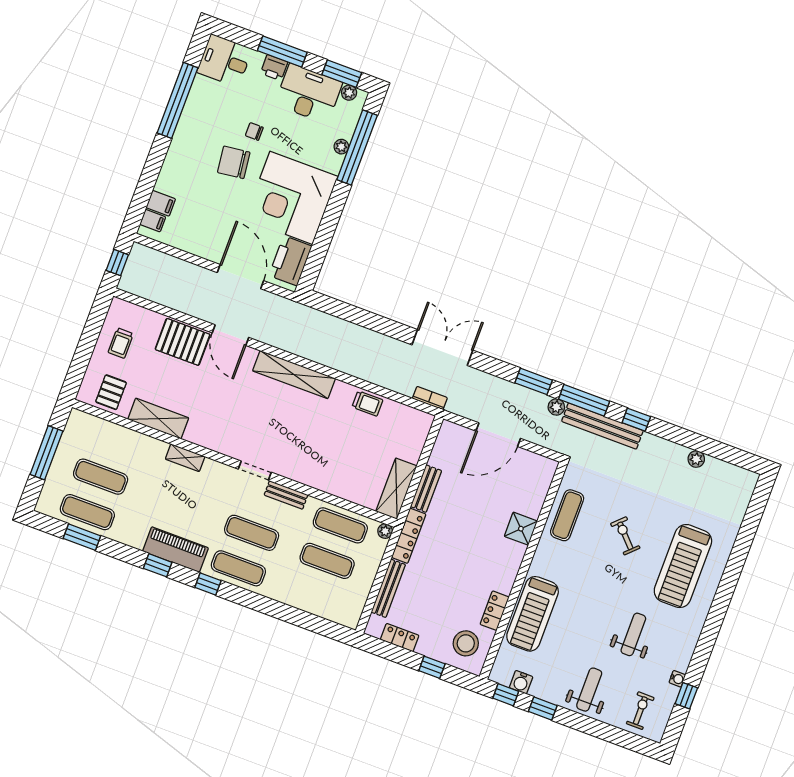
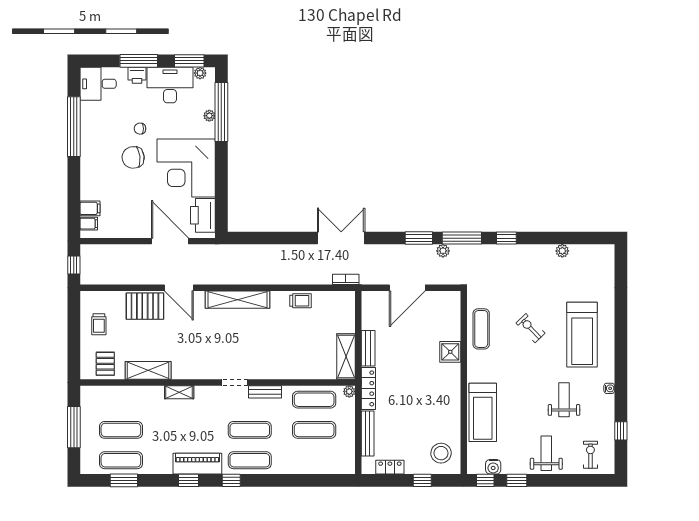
bench: (602, 426) -> (483, 252), removed
locker: (495, 611) -> (453, 421), removed
water cooler: (677, 679) -> (609, 388), moved

